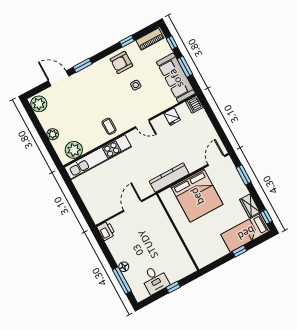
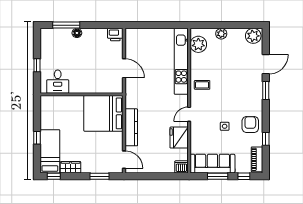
fridge: (172, 117) -> (179, 138), width x1.88, depth x1.34
kitchen counter: (169, 178) -> (131, 127), moved
bed: (197, 196) -> (103, 113), moved
desk: (155, 280) -> (58, 82), moved, turned -90

